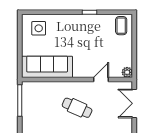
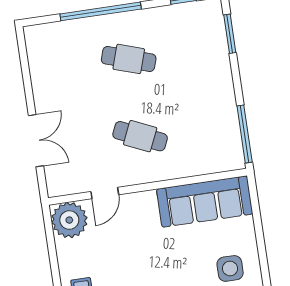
plant: (127, 72) -> (69, 220), width x1.87, depth x1.87
double door: (134, 103) -> (36, 141), moved

